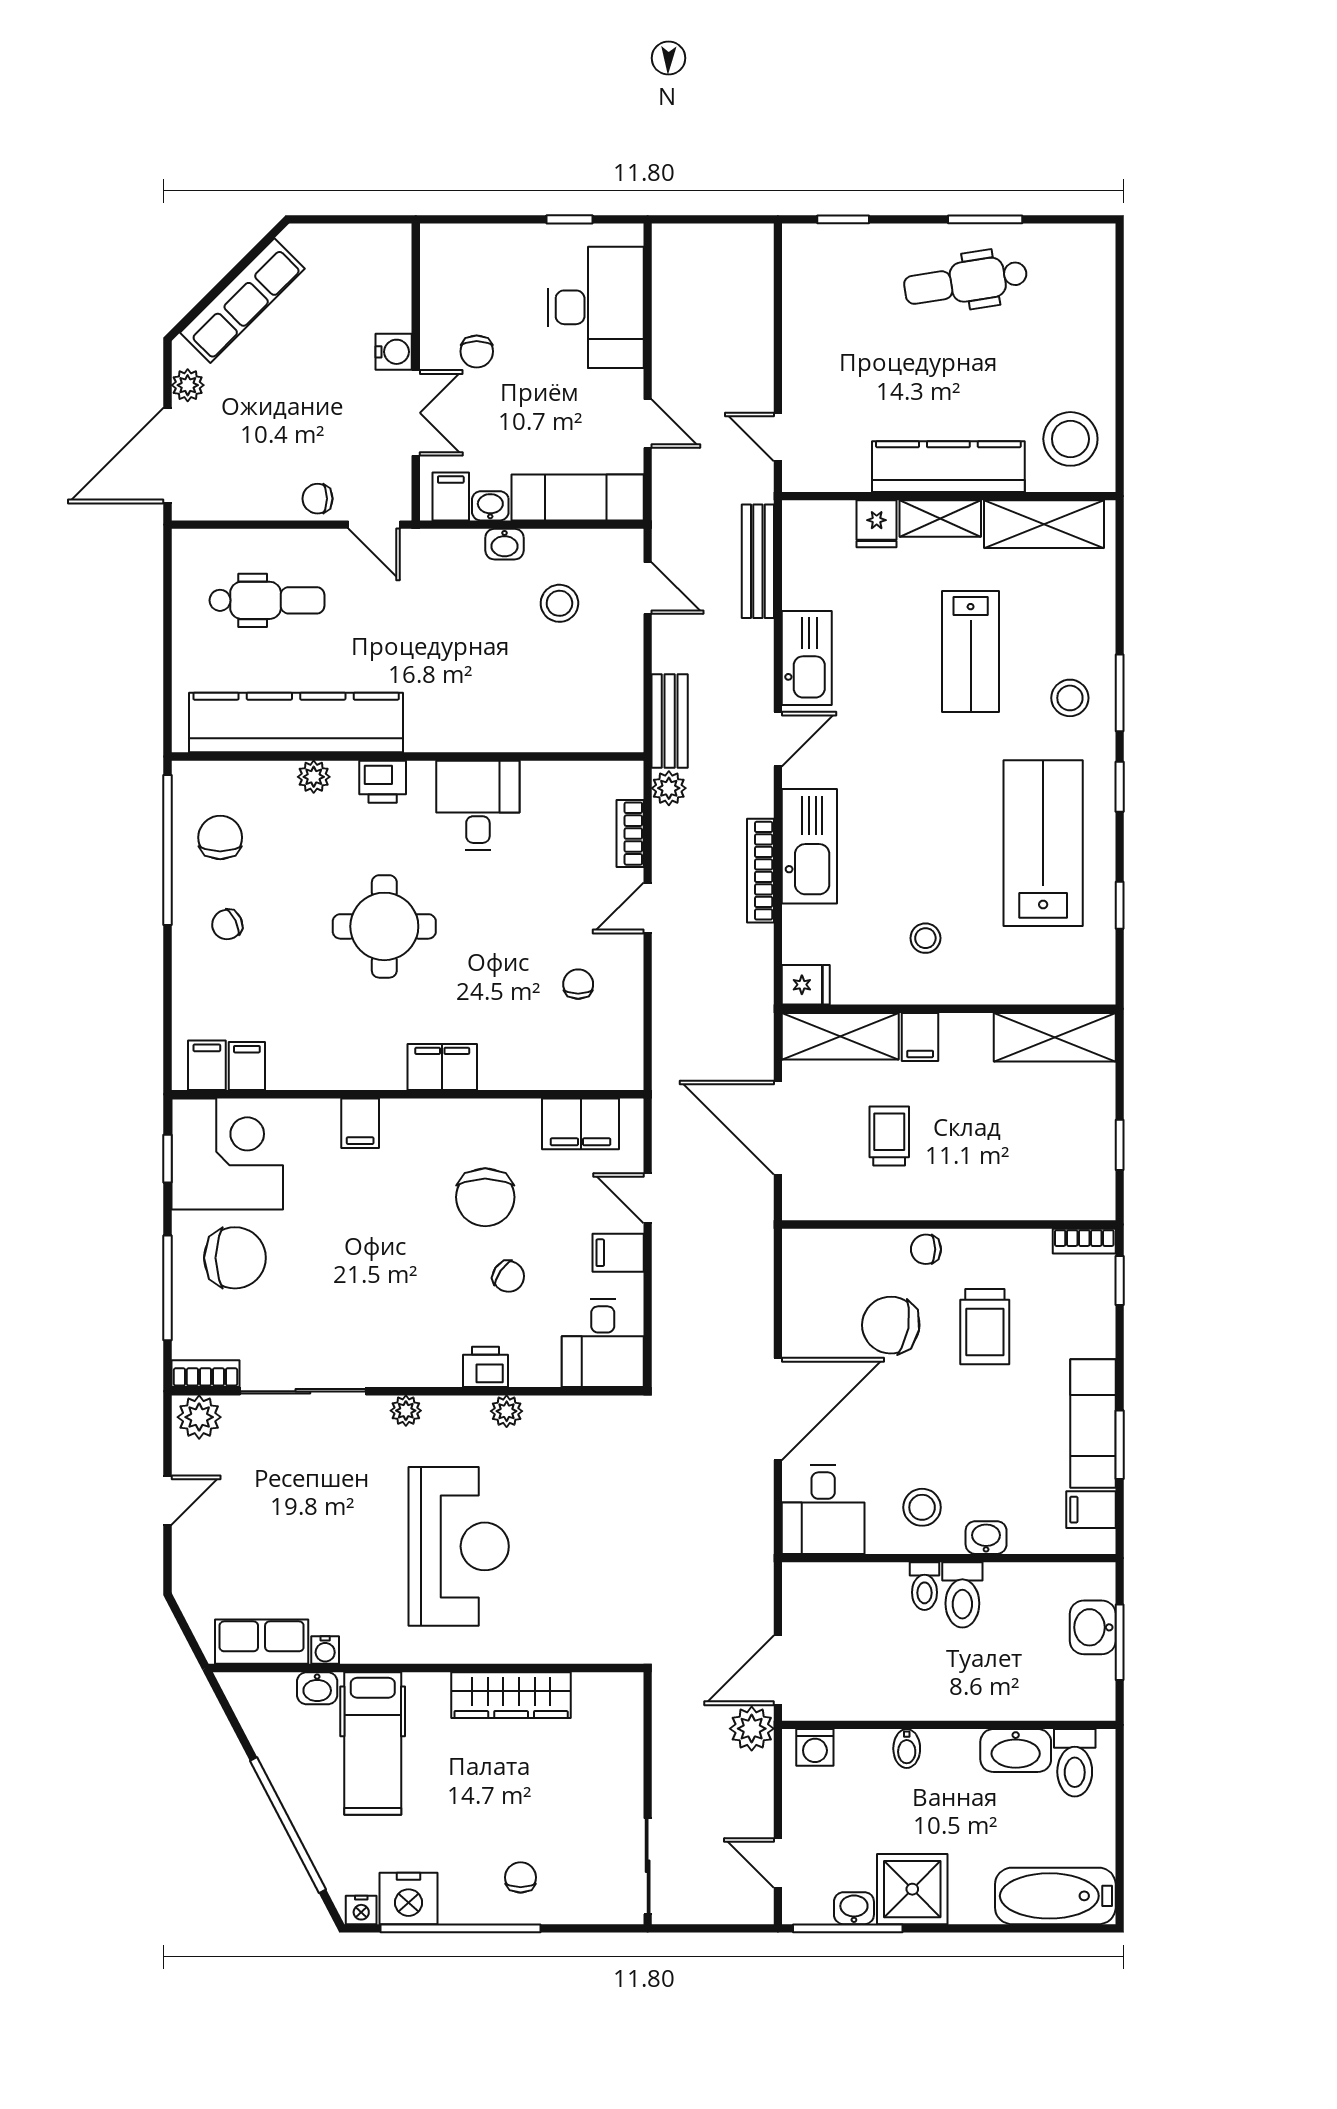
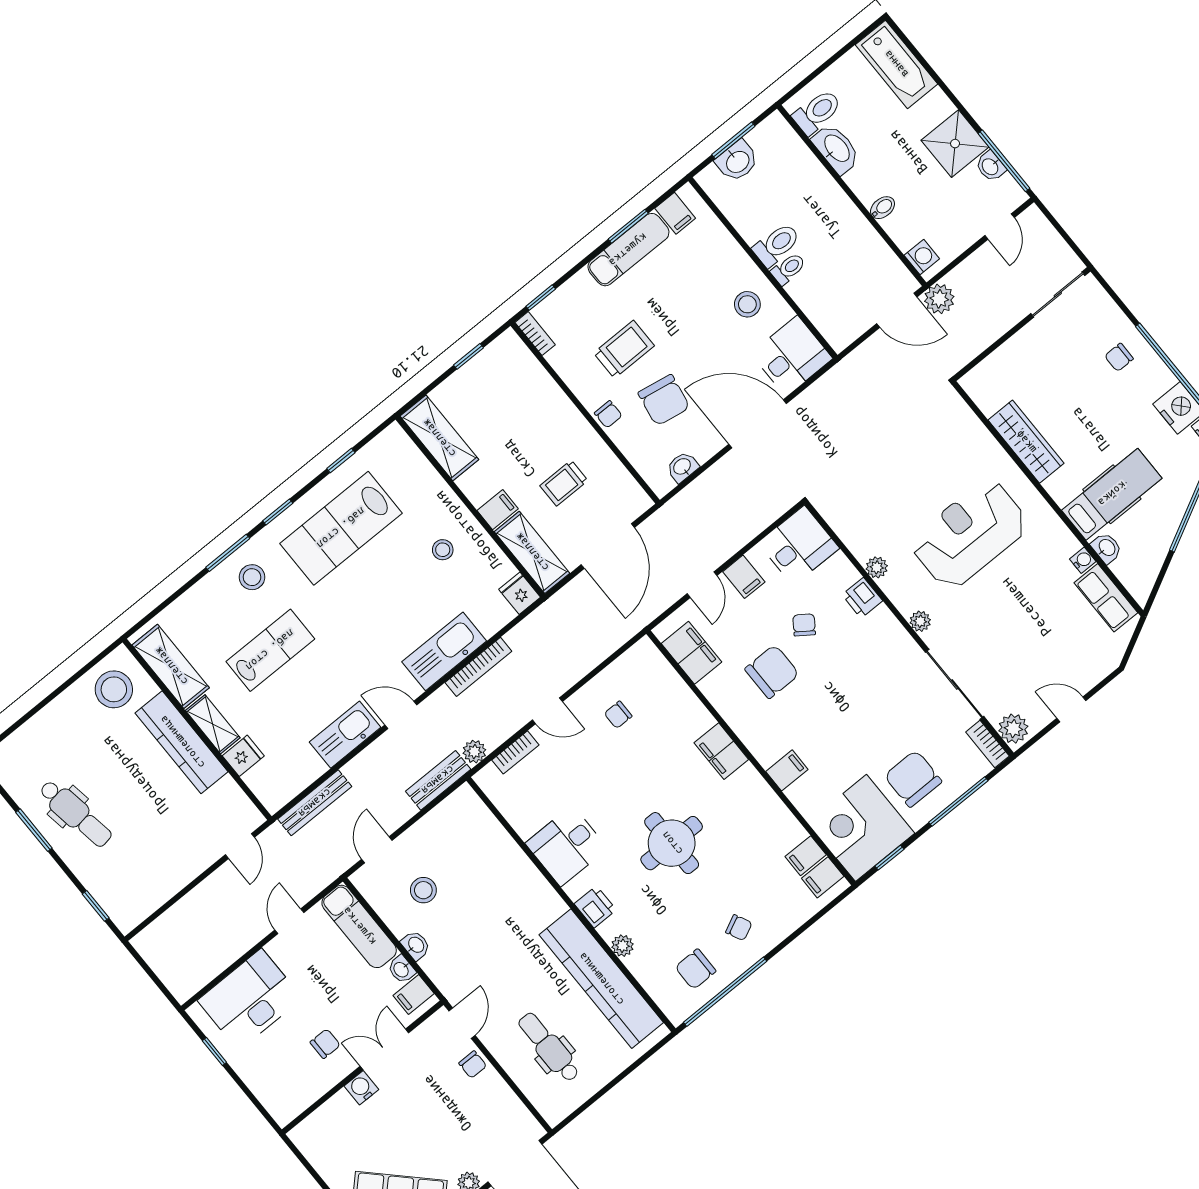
washbasin: (986, 1538) -> (682, 467), moved, turned 90

